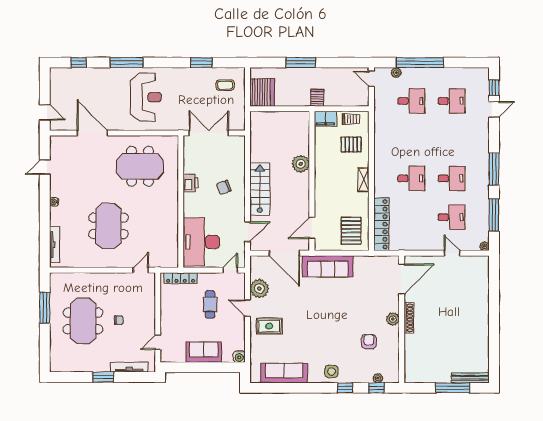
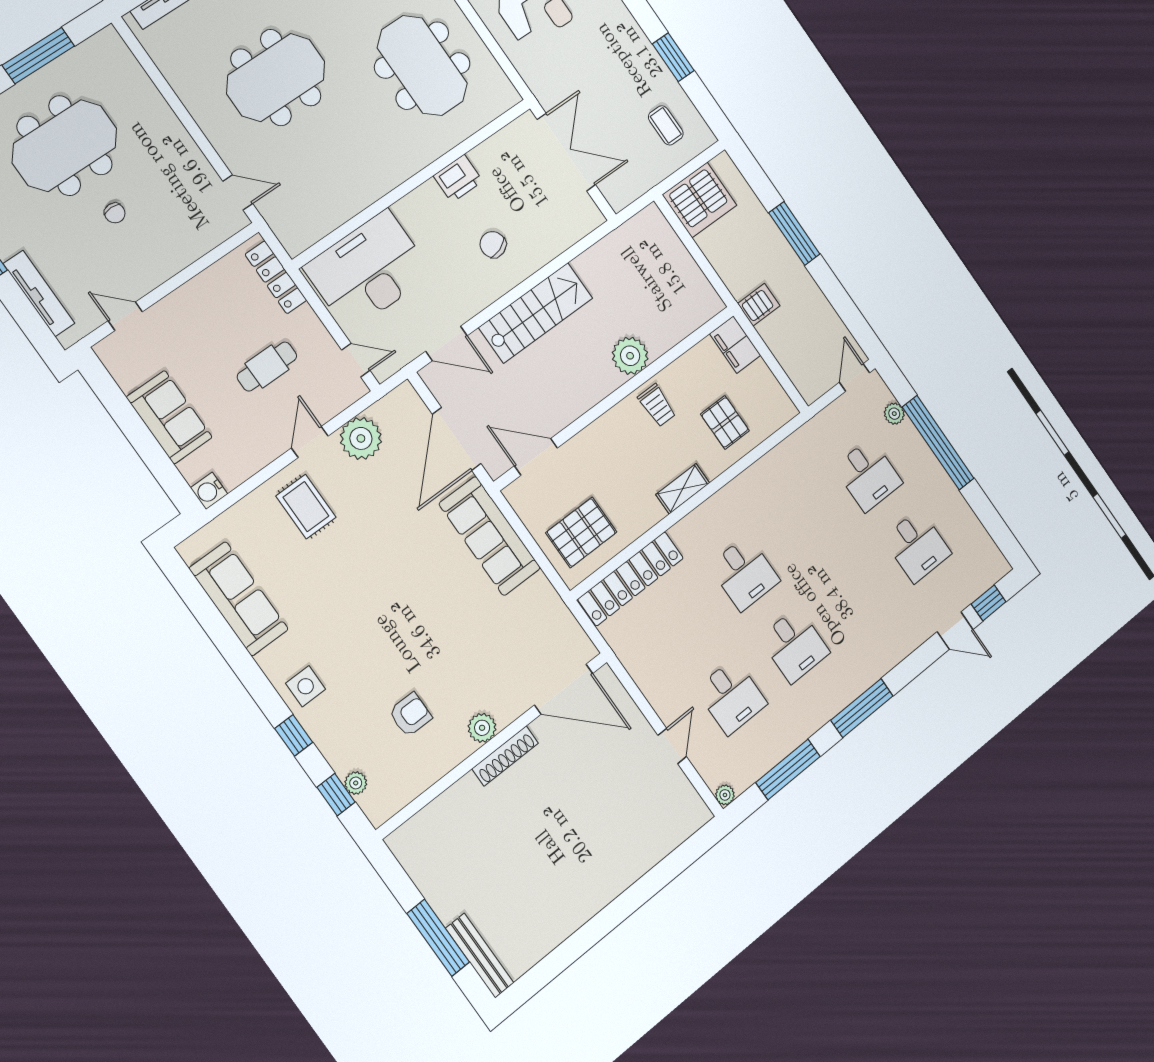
trolley: (351, 119) -> (657, 405), moved

